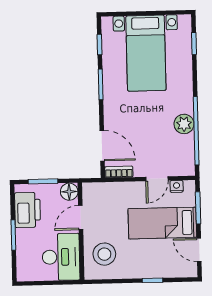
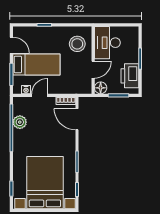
bed with nightstands: (146, 53) -> (45, 183), width x1.36
plant: (184, 124) -> (20, 122), moved

